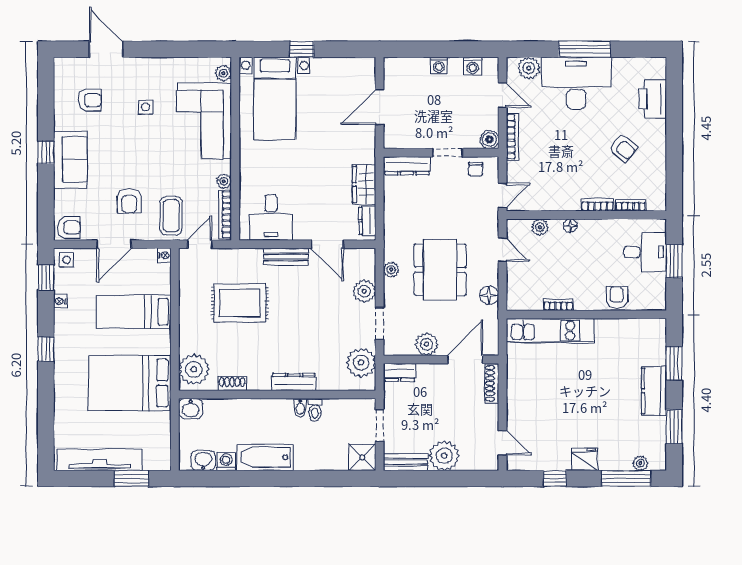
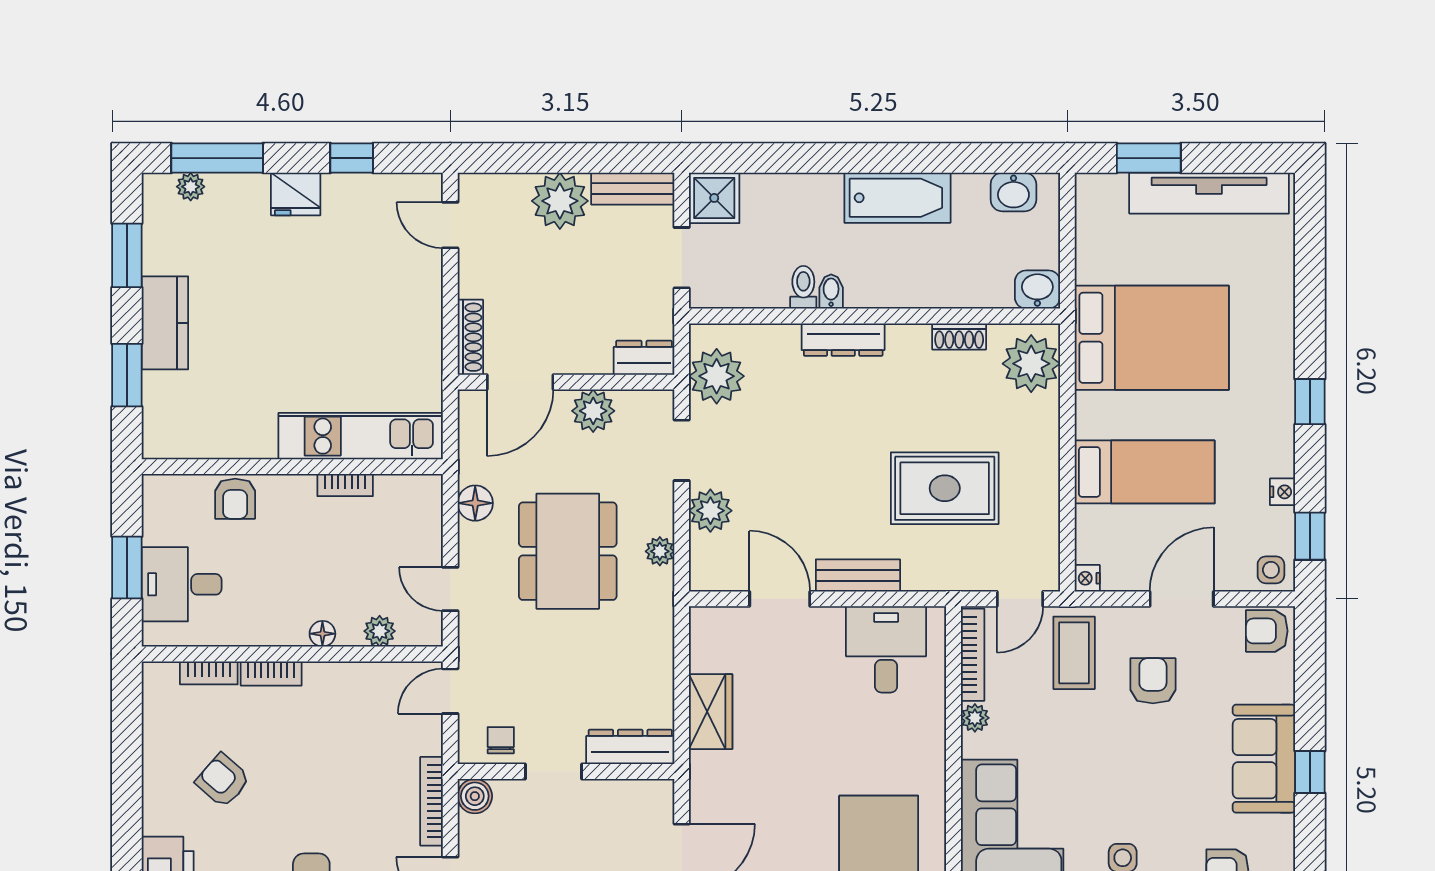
dresser: (367, 221) -> (705, 643), removed
washing machine: (226, 462) -> (971, 190), removed

